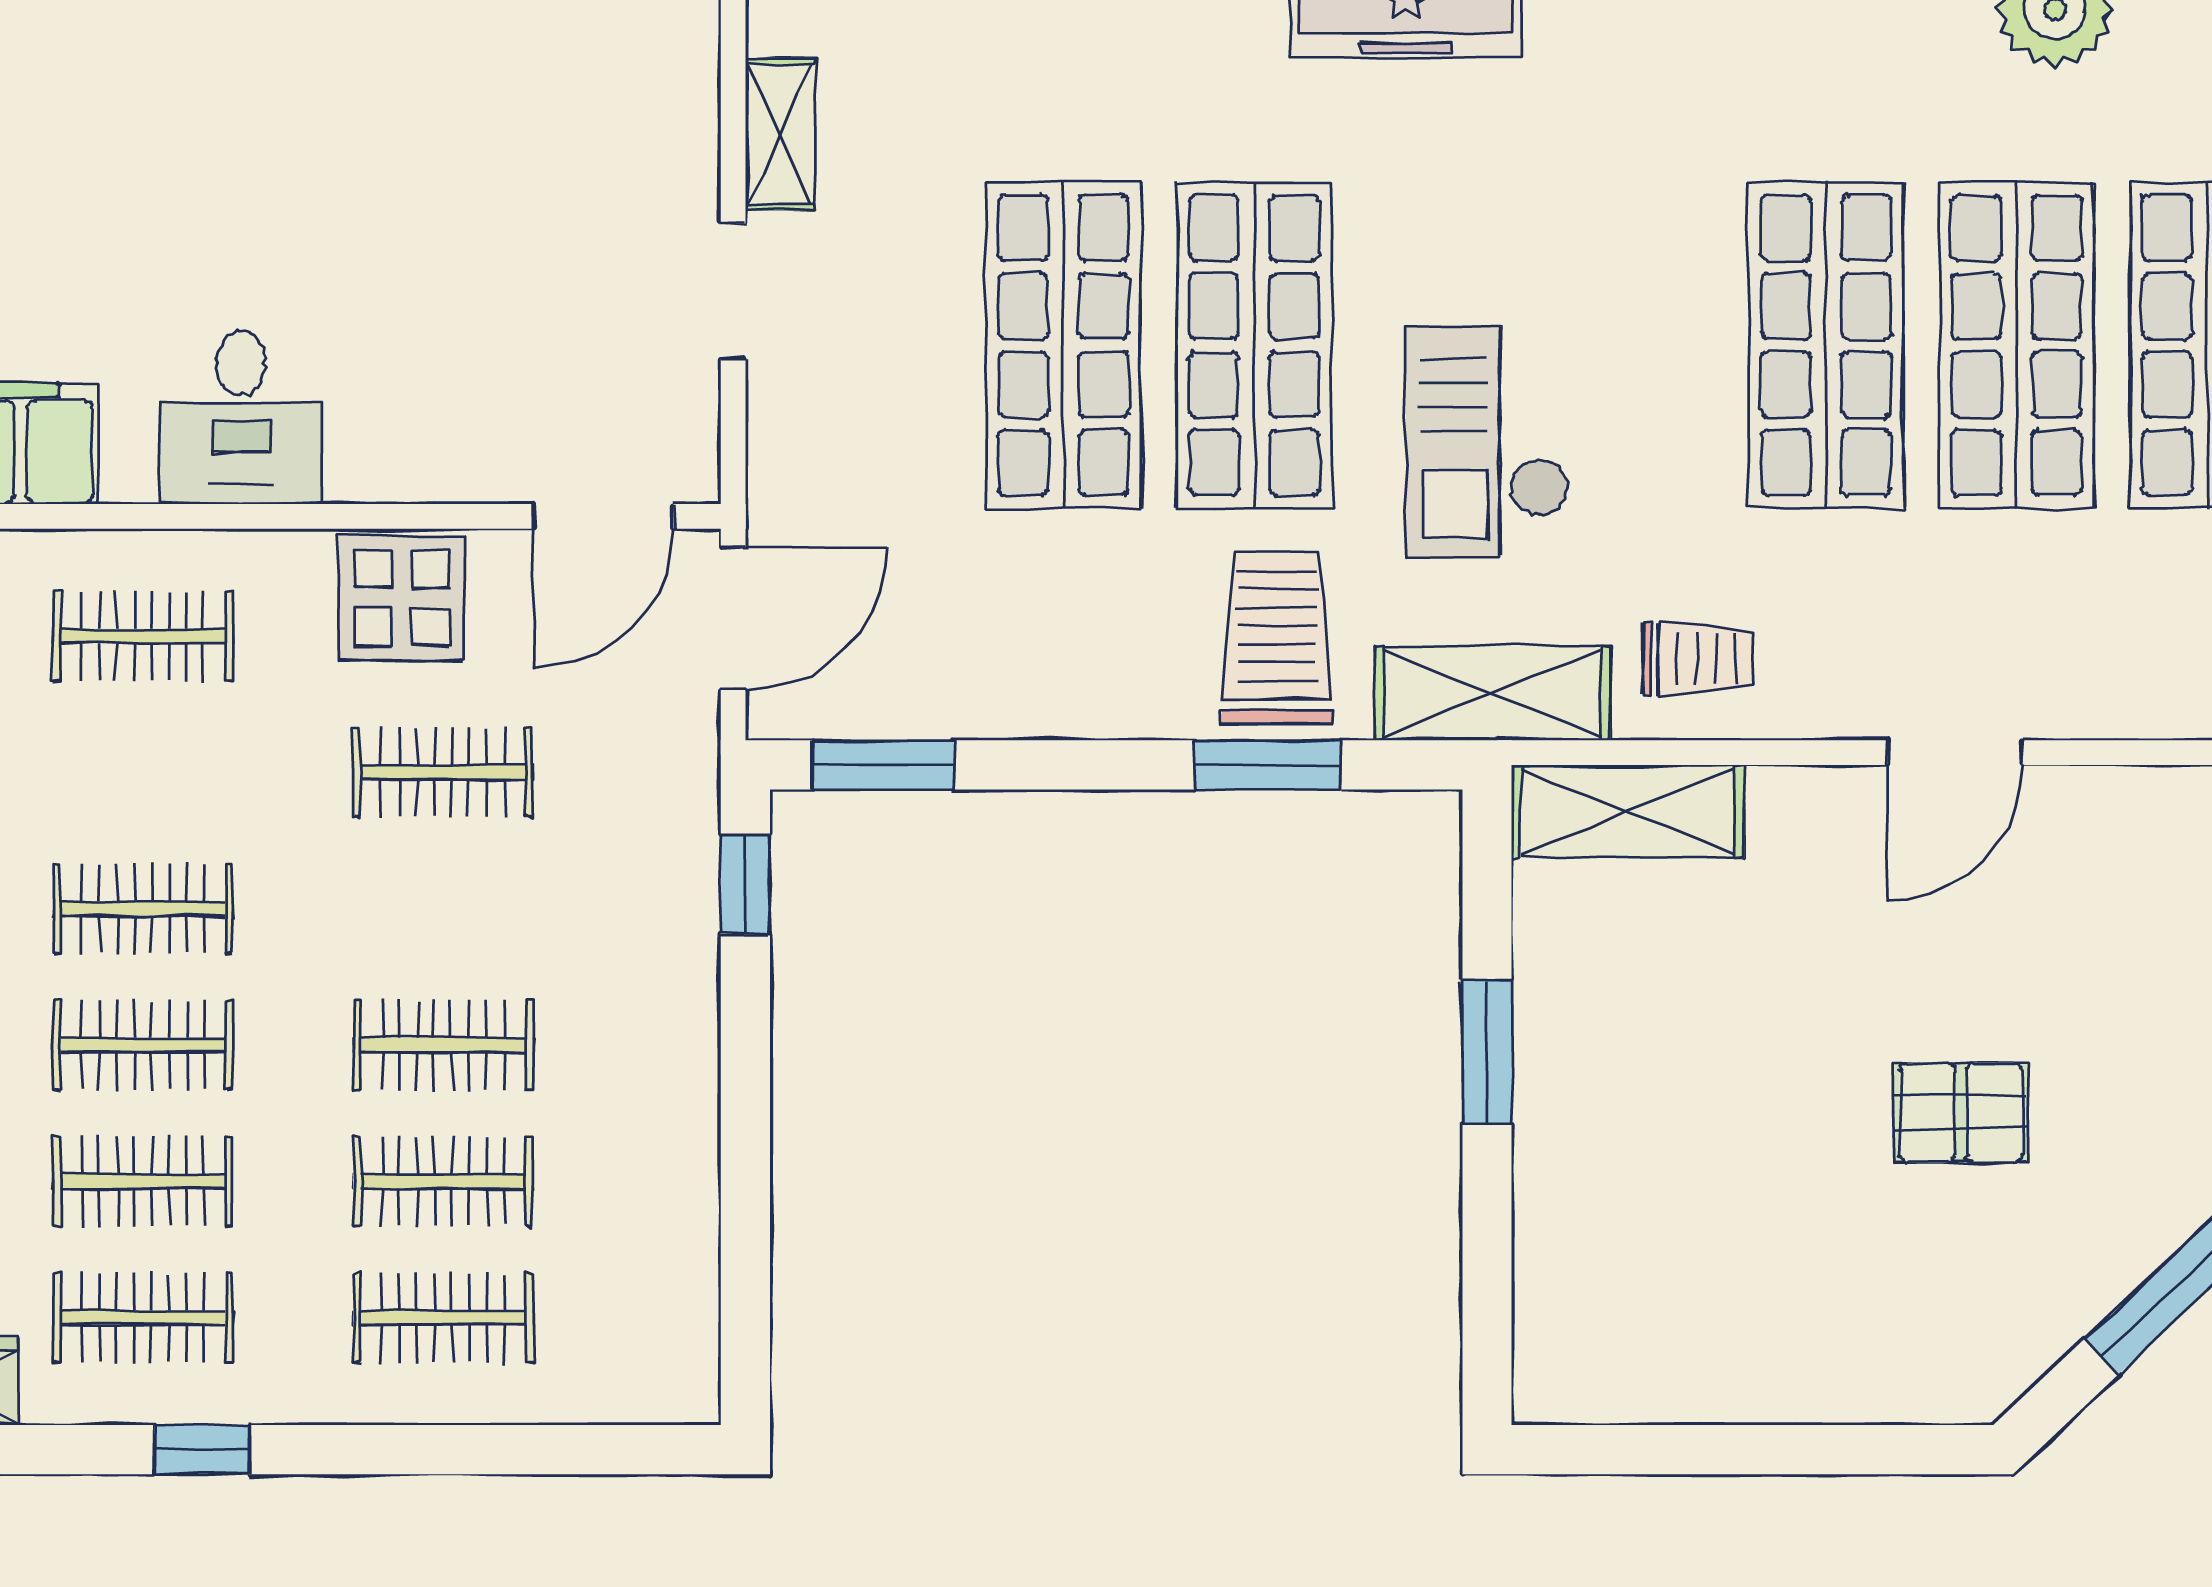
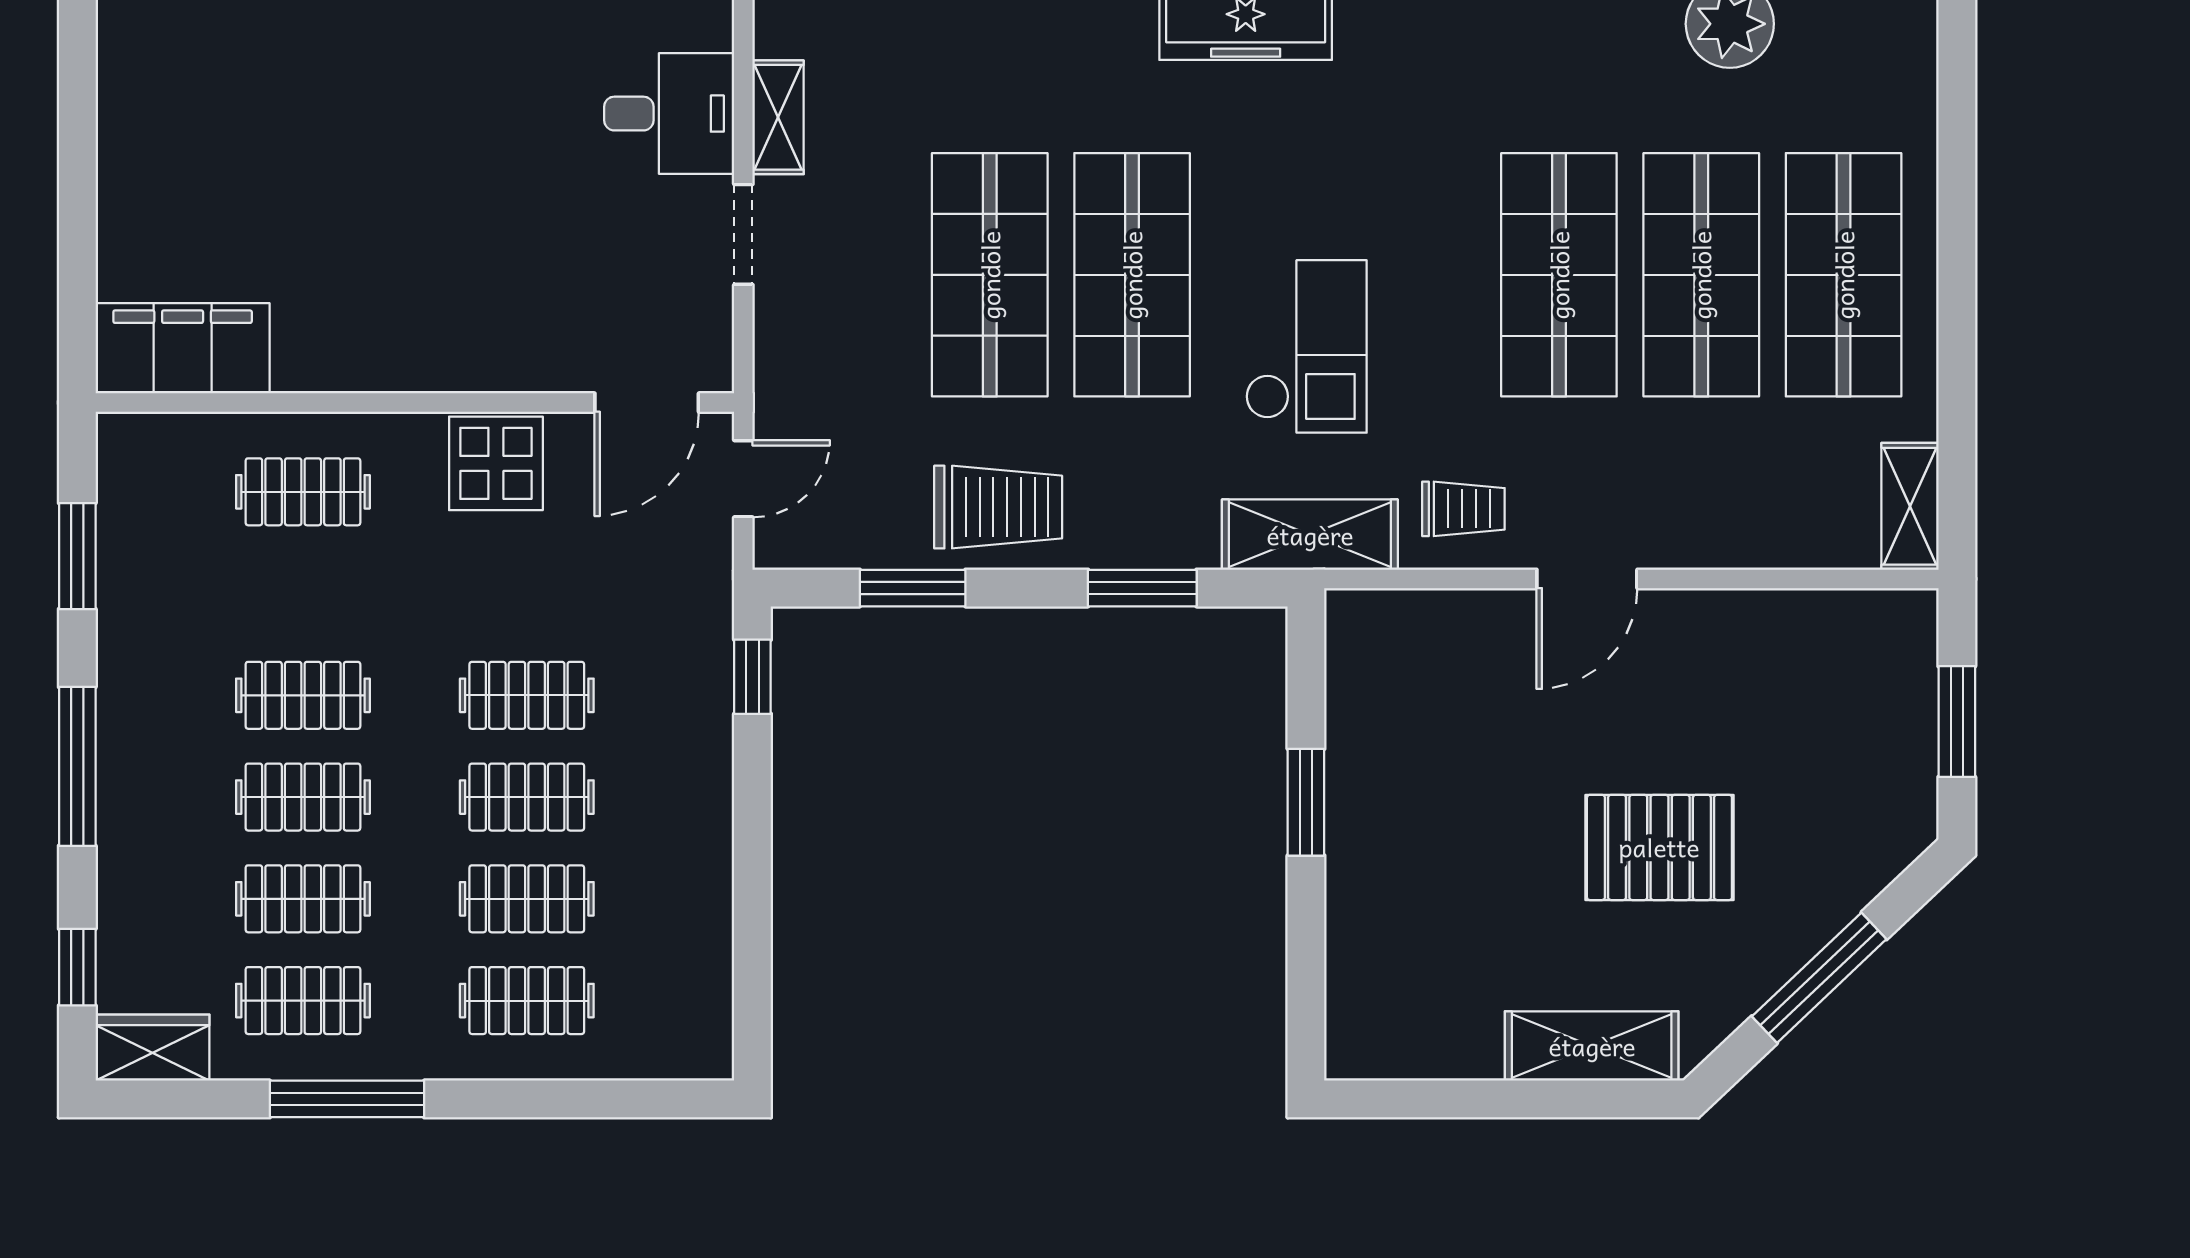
desk: (241, 417) -> (669, 114), moved, turned -90
checkout: (1487, 441) -> (1306, 346), turned 180
door: (733, 618) -> (743, 479), width x0.73
trolley: (1277, 638) -> (998, 507), moved, turned 90
door: (1955, 753) -> (1587, 579), moved
window: (883, 765) -> (913, 588), moved
clothes rail: (443, 772) -> (527, 695), moved
shelving: (1628, 811) -> (1592, 1046), moved
pallet: (1961, 1113) -> (1659, 847), width x1.50, depth x1.42
window: (202, 1450) -> (347, 1099), width x2.17

